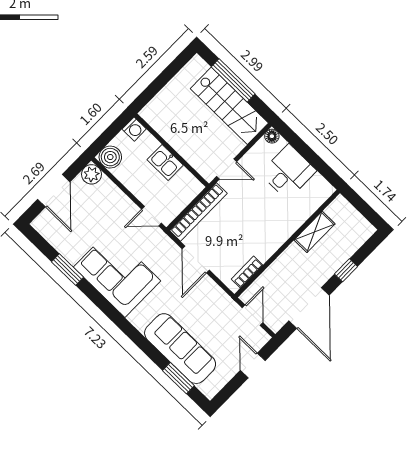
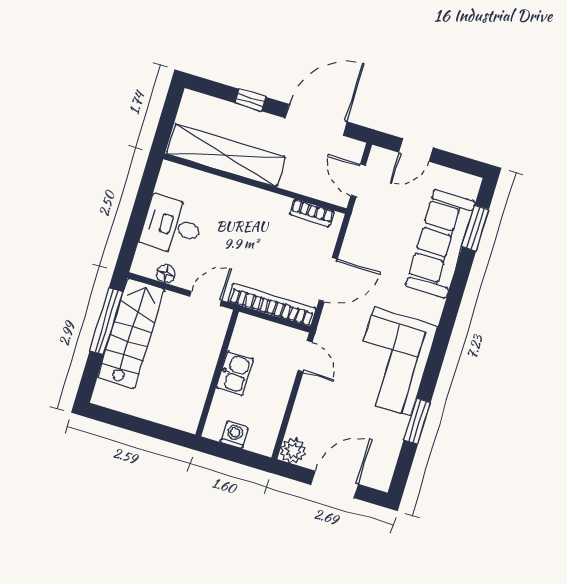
window: (233, 80) -> (106, 321), moved
washing machine: (134, 129) -> (234, 435), moved
floor lamp: (272, 136) -> (166, 274), moved
boiler: (110, 157) -> (262, 440), removed
door: (227, 169) -> (205, 298), hinge flipped
shelving: (315, 232) -> (226, 155), width x2.20, depth x1.33
door: (253, 315) -> (358, 180), hinge flipped

